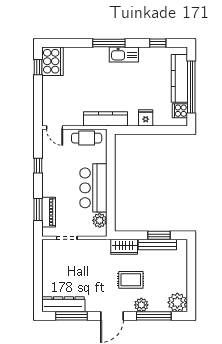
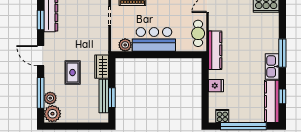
kitchen counter: (179, 78) -> (272, 101), moved, turned -90
plant: (141, 305) -> (50, 98), moved
window: (71, 316) -> (41, 20), width x0.69

